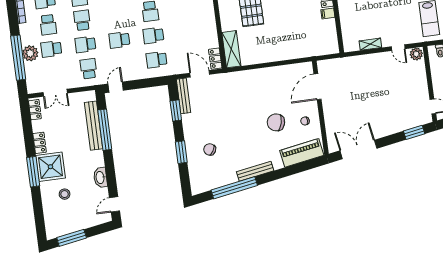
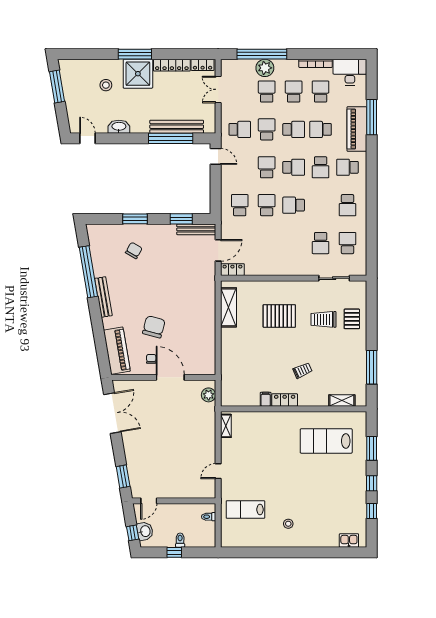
school desk: (116, 16) -> (294, 167), added
school desk: (48, 25) -> (294, 92), turned 90
shelving: (370, 44) -> (226, 426), moved
shelving: (231, 49) -> (229, 307), moved, turned 90
plant: (416, 54) -> (209, 395), moved
door: (318, 87) -> (170, 377), moved
locker: (40, 143) -> (172, 65), width x1.53

